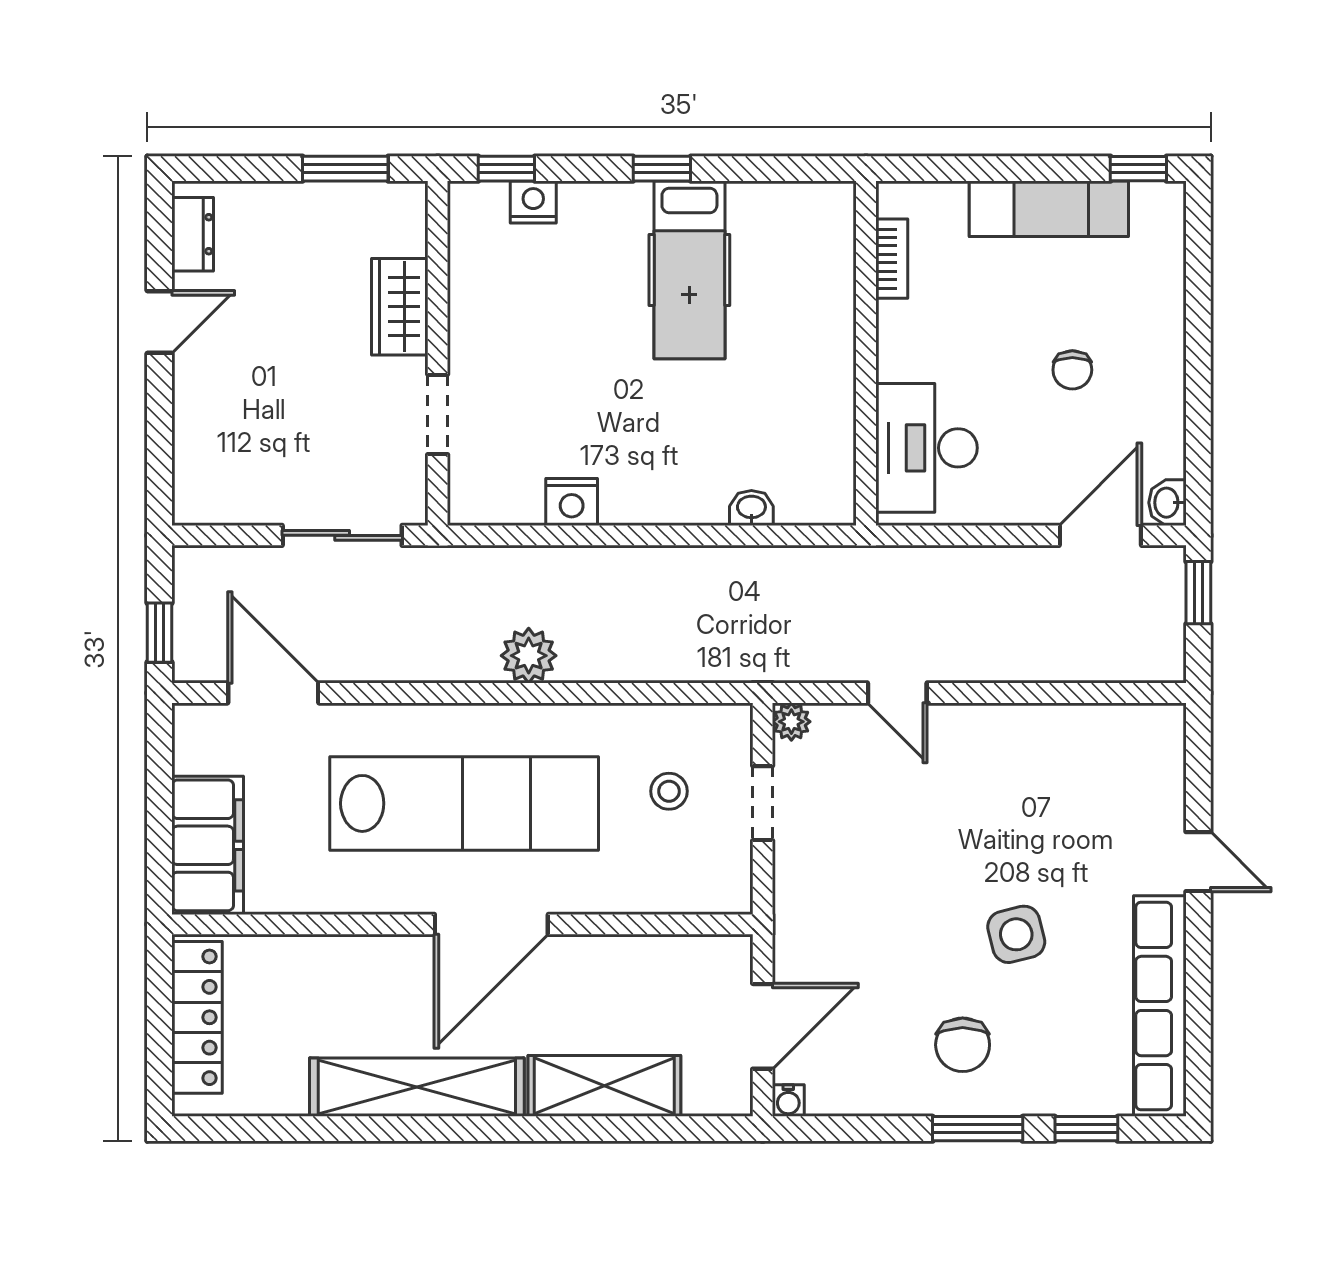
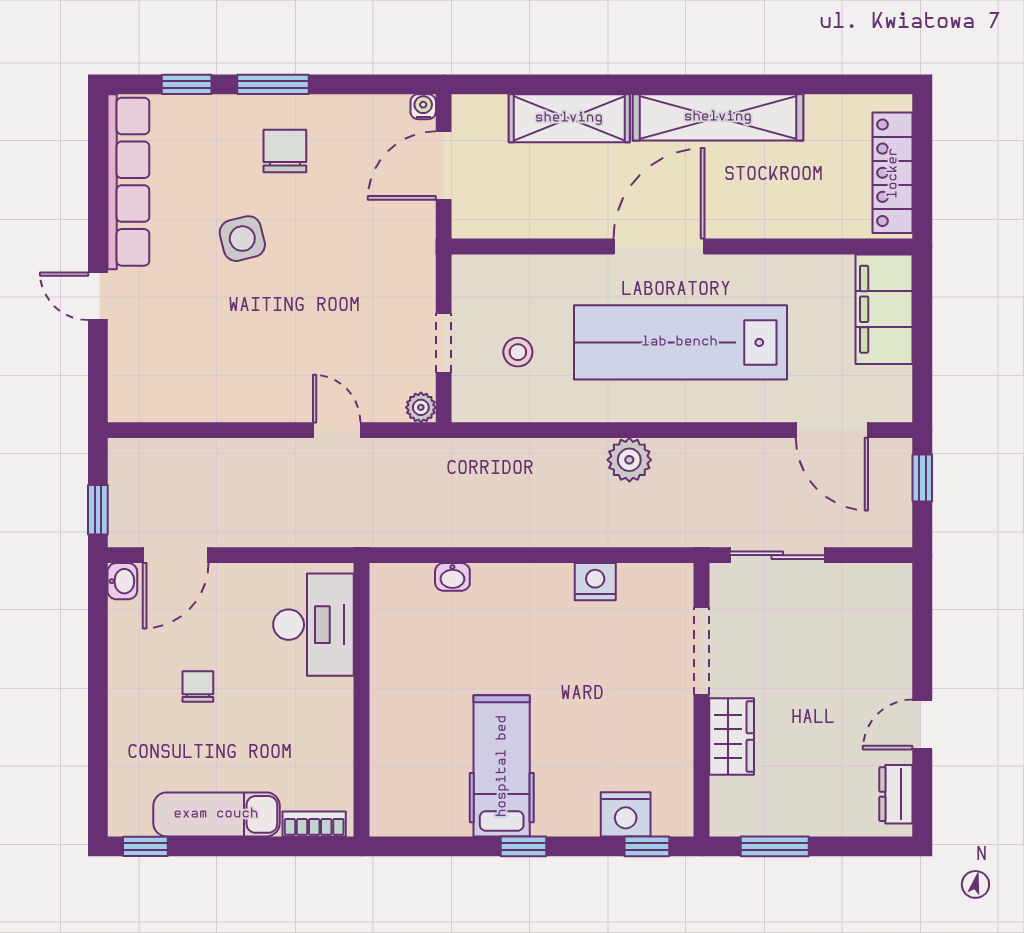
nightstand: (533, 202) -> (626, 814), width x1.36, depth x1.33
bookcase: (892, 259) -> (314, 824), moved, turned 90
doorway: (438, 414) -> (701, 651), width x1.38

